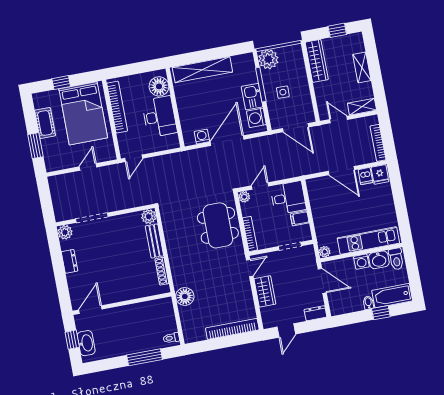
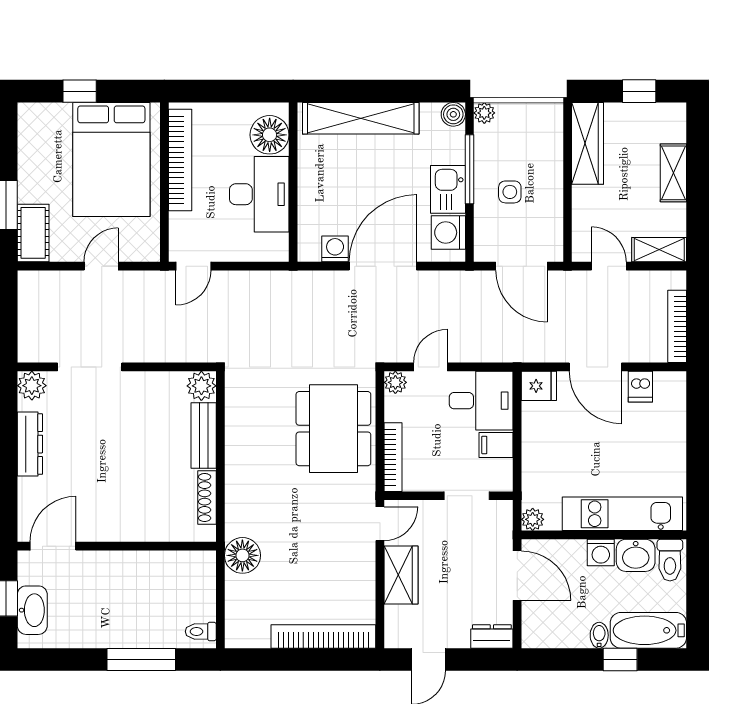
boiler: (248, 59) -> (453, 114), added
plant: (268, 59) -> (484, 113), width x0.53, depth x0.53
cot: (45, 123) -> (33, 233), moved
fridge: (380, 174) -> (539, 386), moved, turned -90
dresser: (70, 261) -> (30, 444), width x1.44

